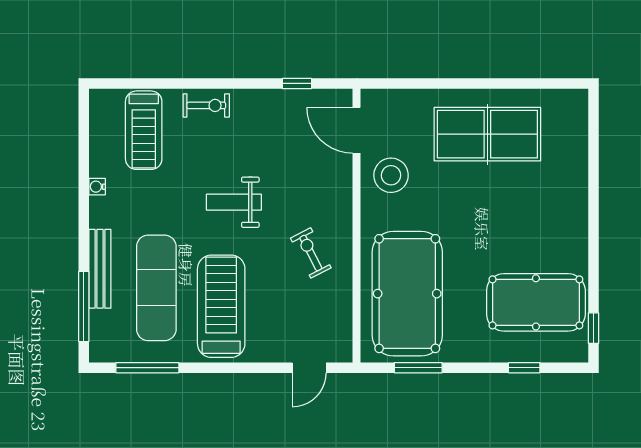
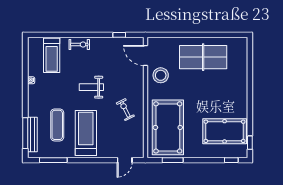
bench: (100, 269) -> (32, 135), moved
exercise mat: (156, 288) -> (57, 125), width x0.73, depth x0.69
window: (524, 368) -> (231, 160), moved

